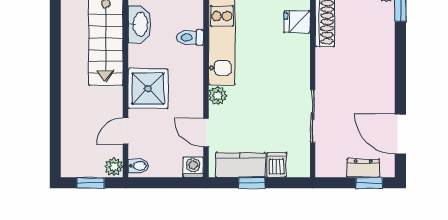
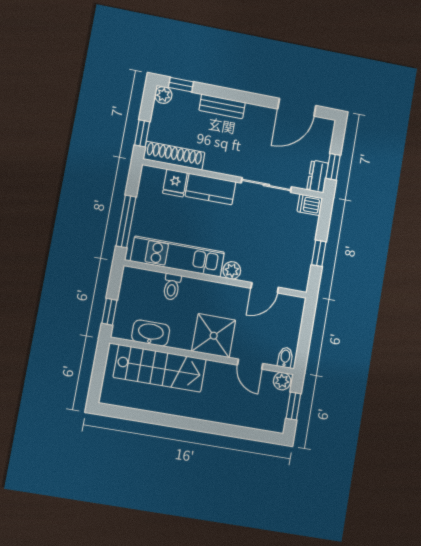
bench: (386, 56) -> (222, 106), added
kitchen counter: (240, 165) -> (211, 189), moved, turned -90
dishwasher: (277, 165) -> (310, 205), moved
washing machine: (193, 167) -> (295, 306), removed
dresser: (363, 168) -> (318, 177), moved
window: (369, 183) -> (333, 167), moved

